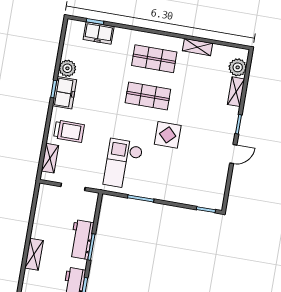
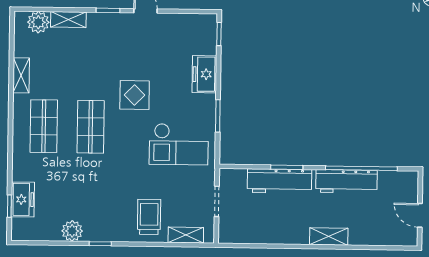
freezer: (65, 93) -> (204, 74), moved, turned -90
workbench: (81, 239) -> (280, 181), width x1.38
shelving: (34, 254) -> (329, 236), moved

